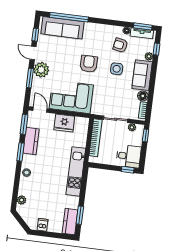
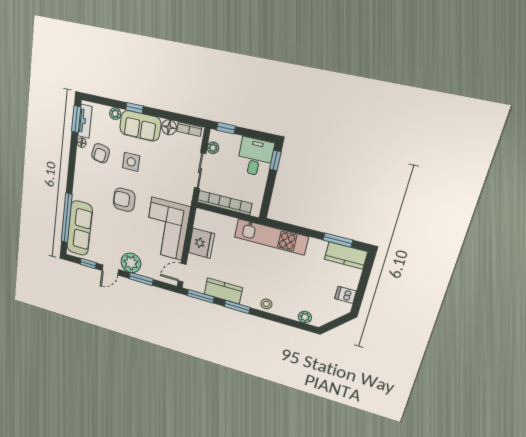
window: (156, 49) -> (135, 108), moved

